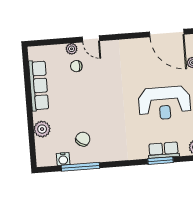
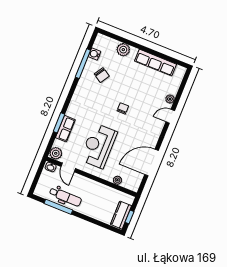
door: (167, 33) -> (151, 162), moved
chair: (76, 66) -> (123, 108), moved

